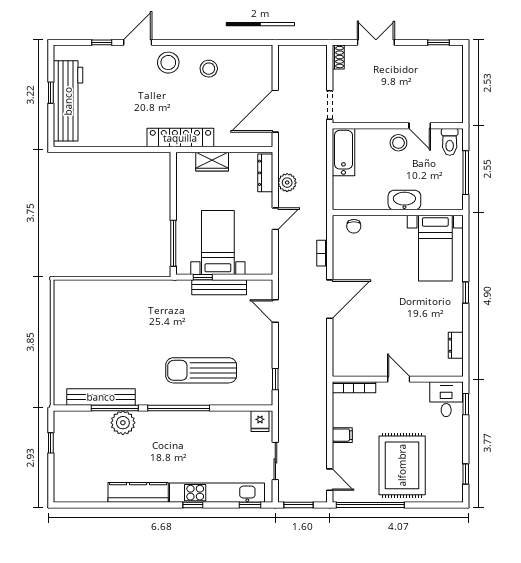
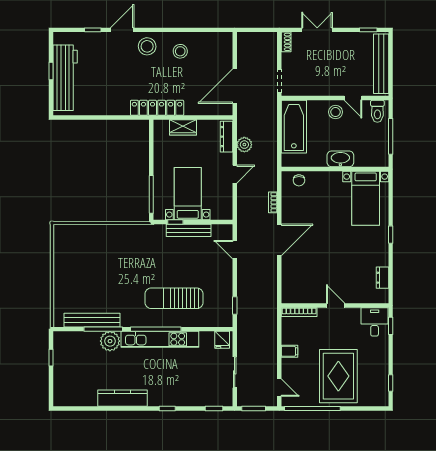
bench: (454, 84) -> (381, 64), added
bathtub: (343, 152) -> (294, 127), width x1.36, depth x1.36
kitchen unit: (217, 493) -> (160, 339), moved, turned 180

